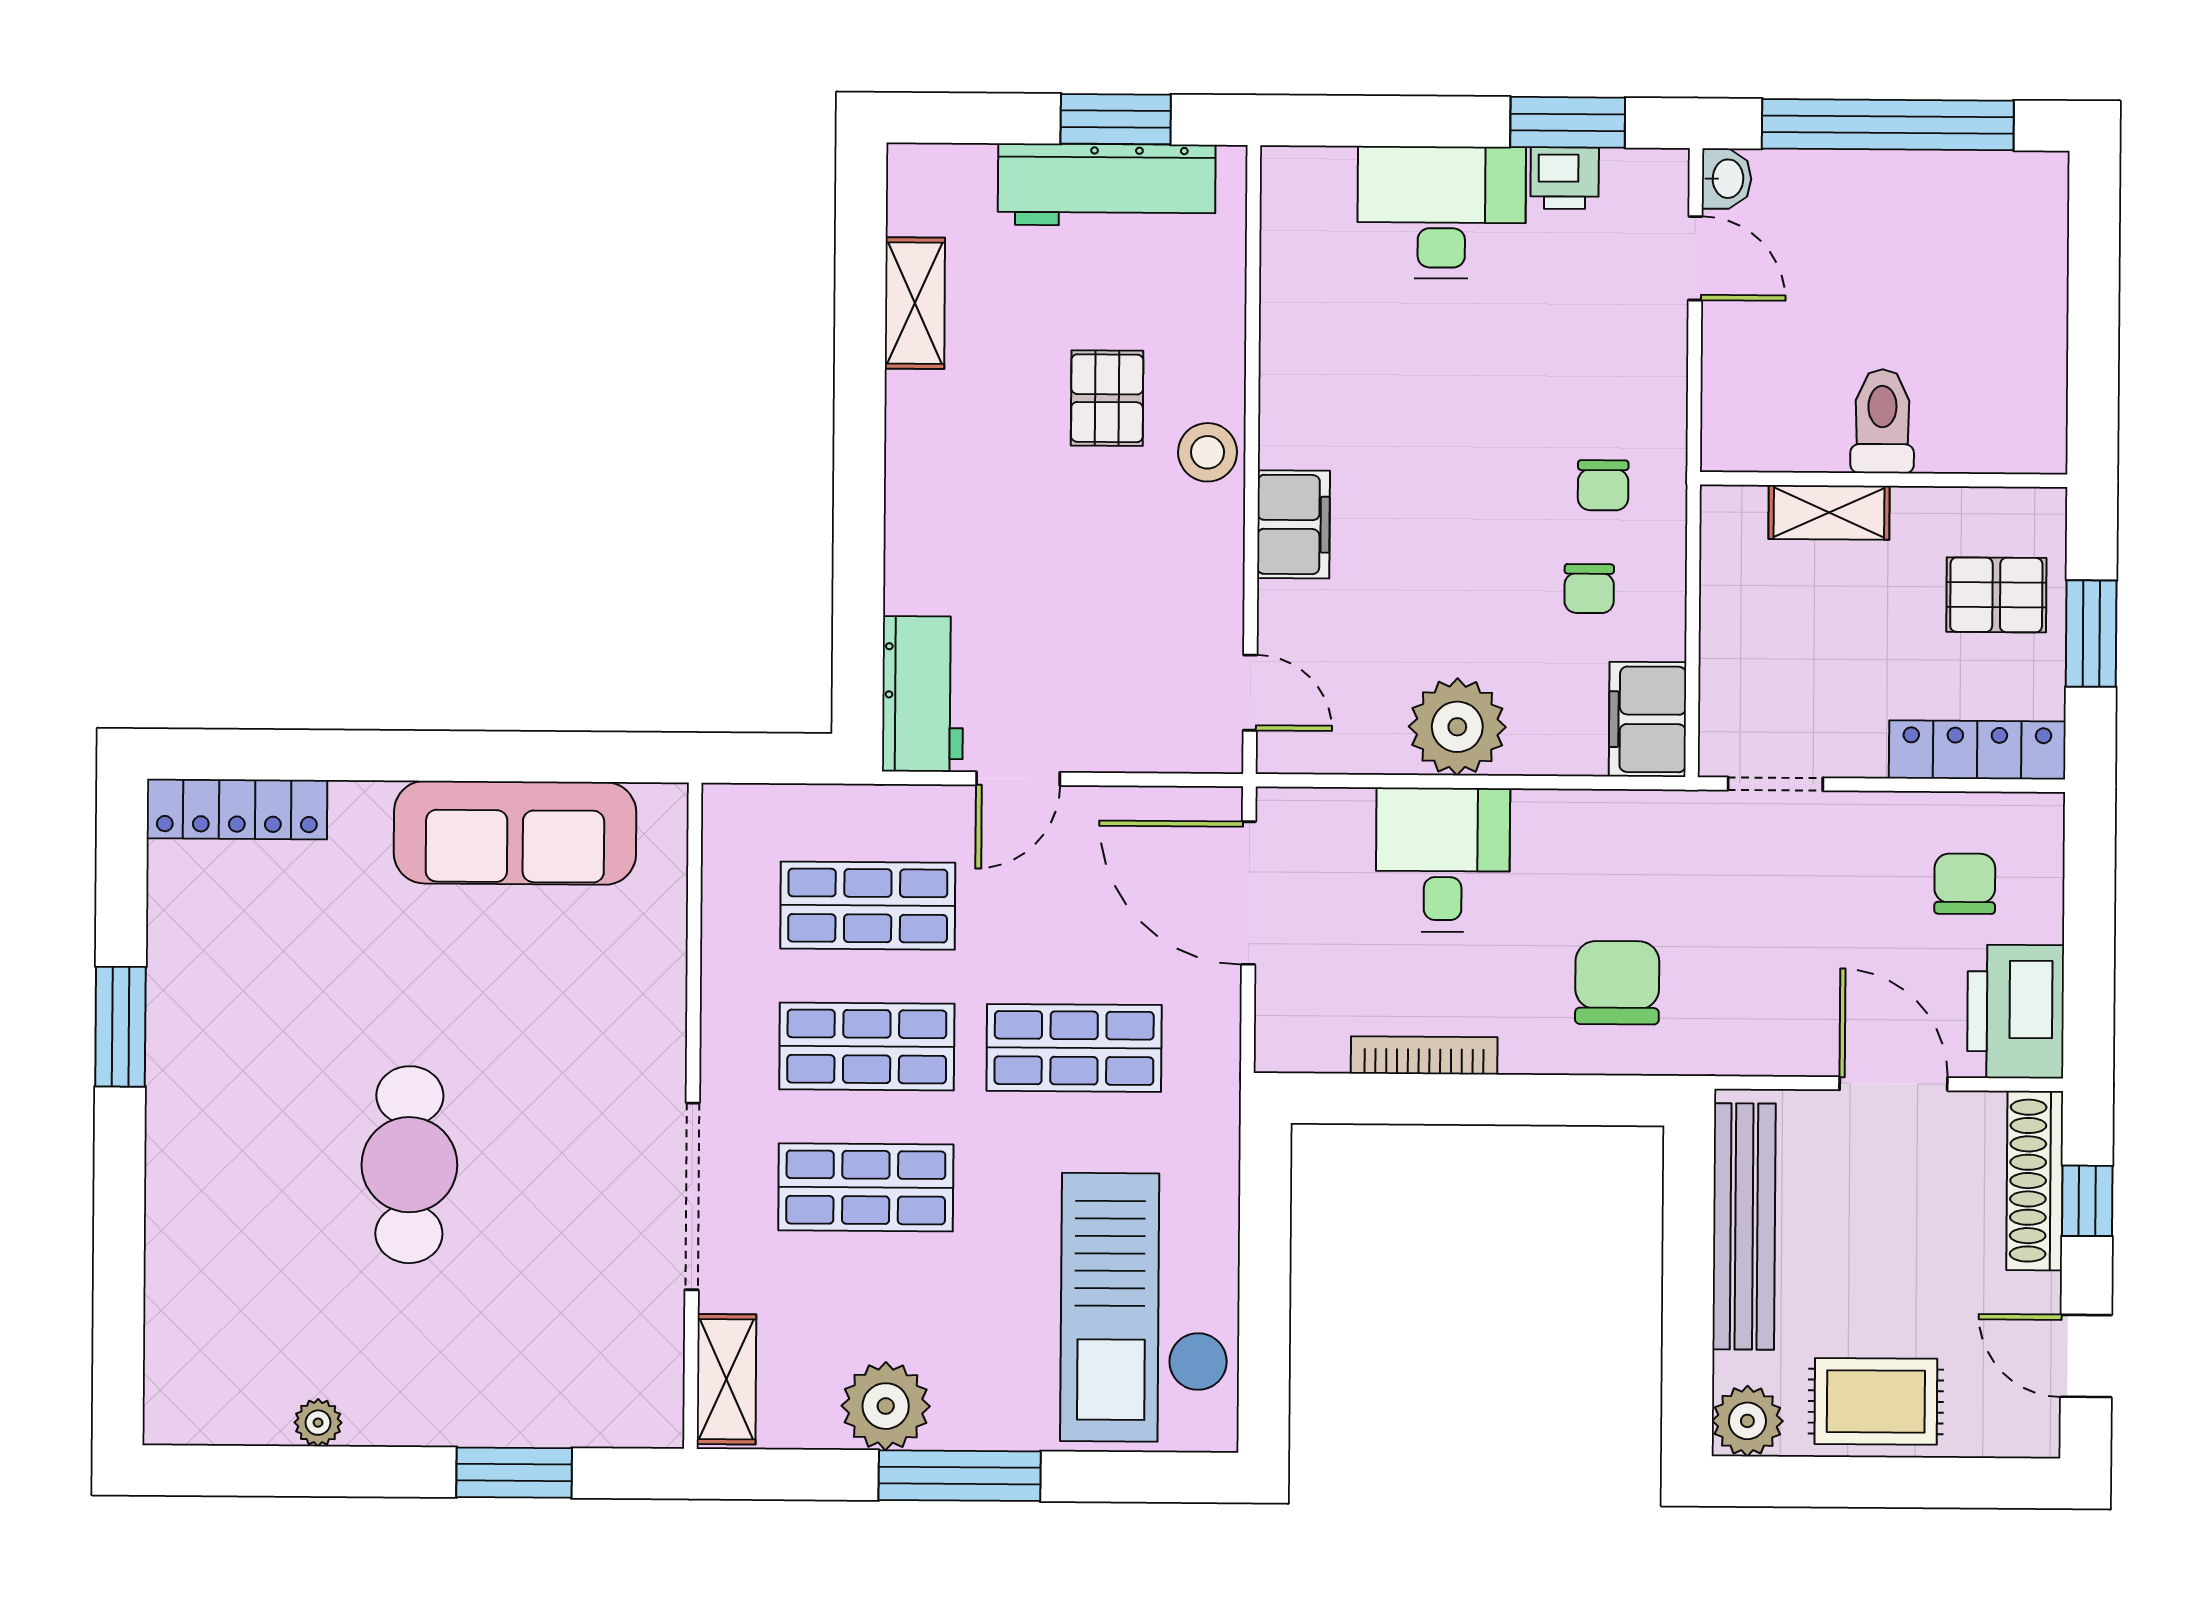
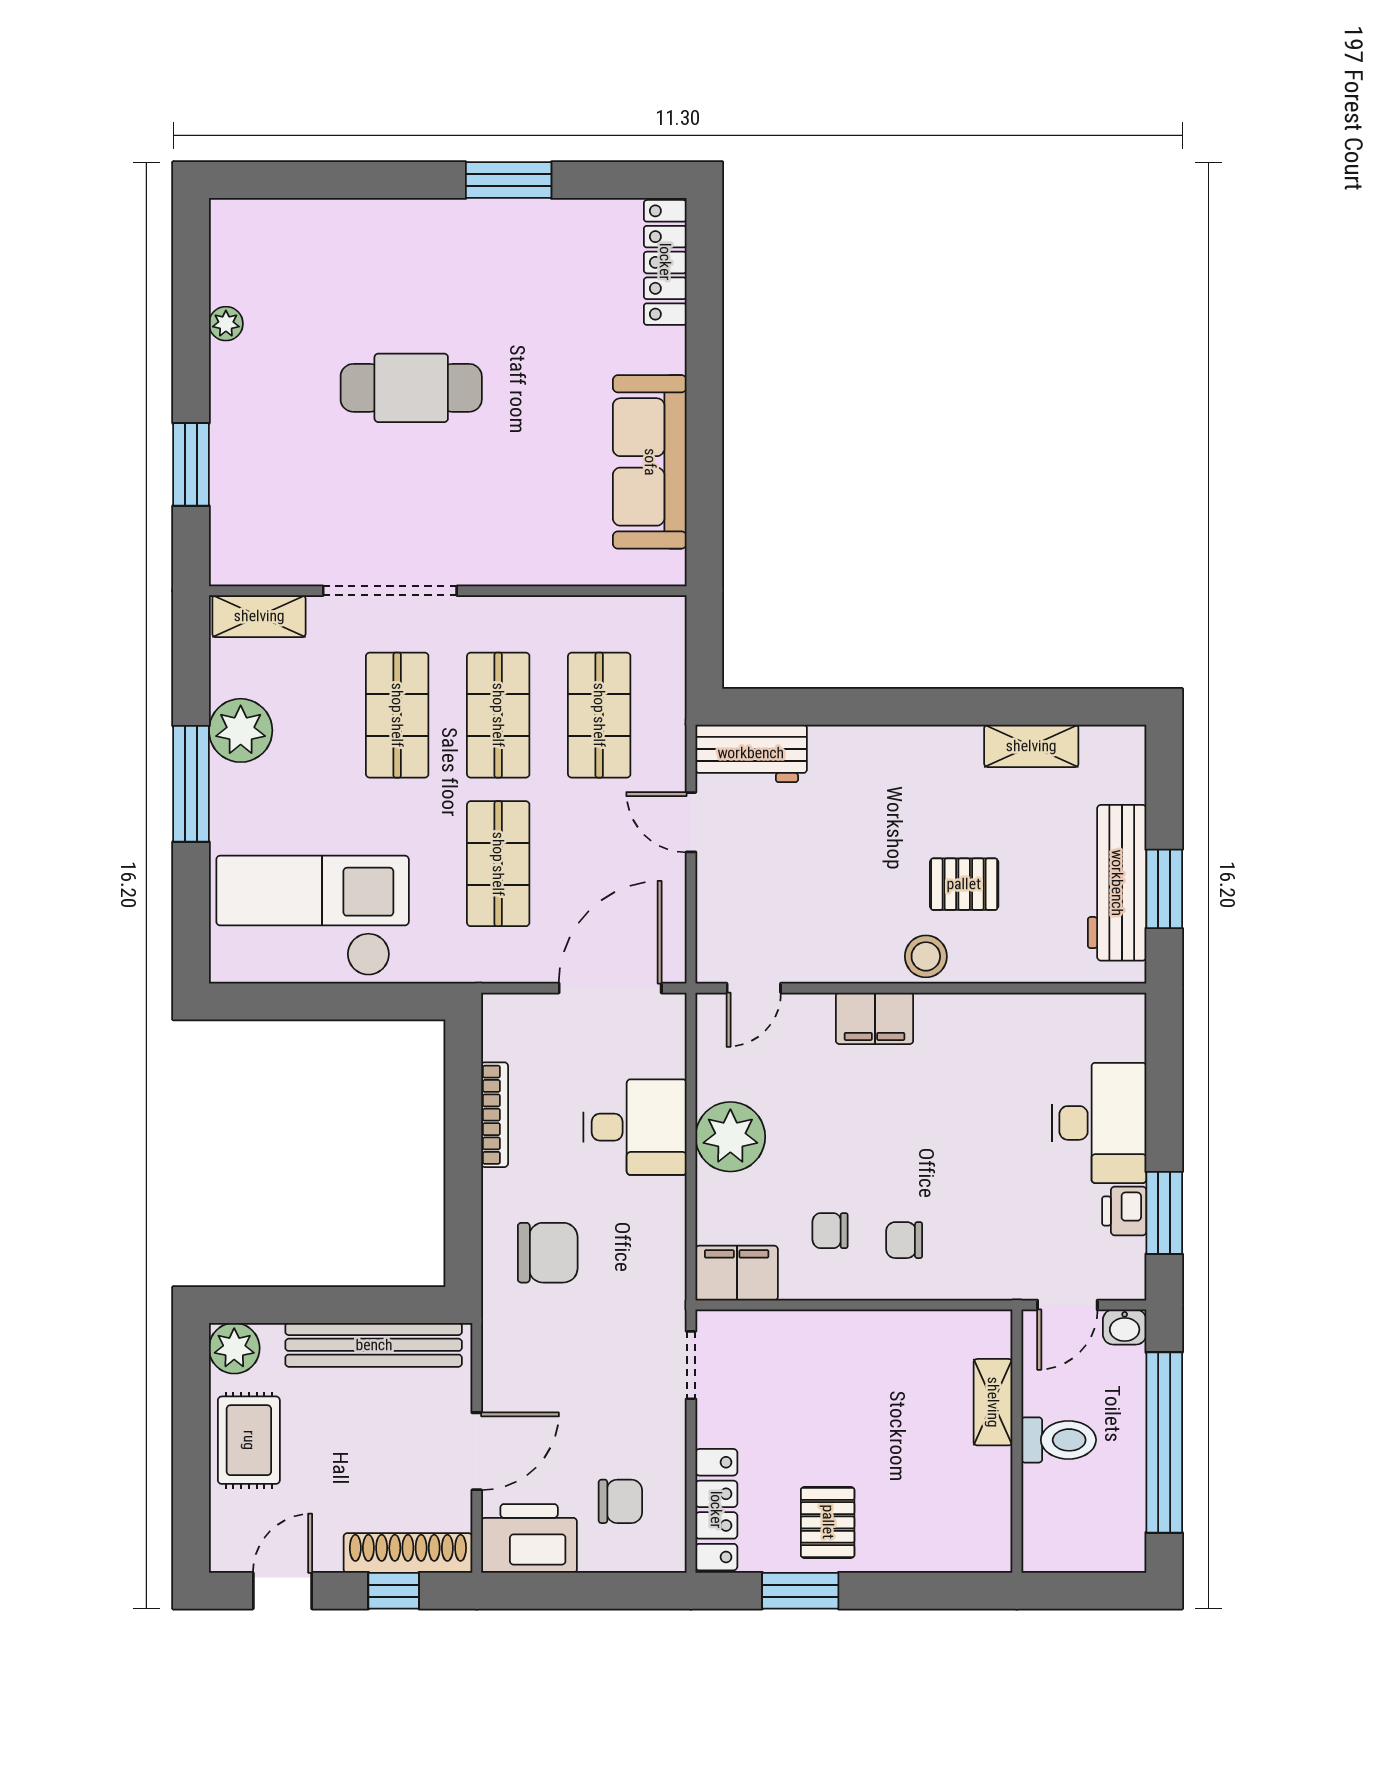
toilet: (1882, 421) -> (1059, 1440), moved
wall: (1884, 479) -> (1017, 1441), moved
shelving: (1829, 512) -> (993, 1402), moved

